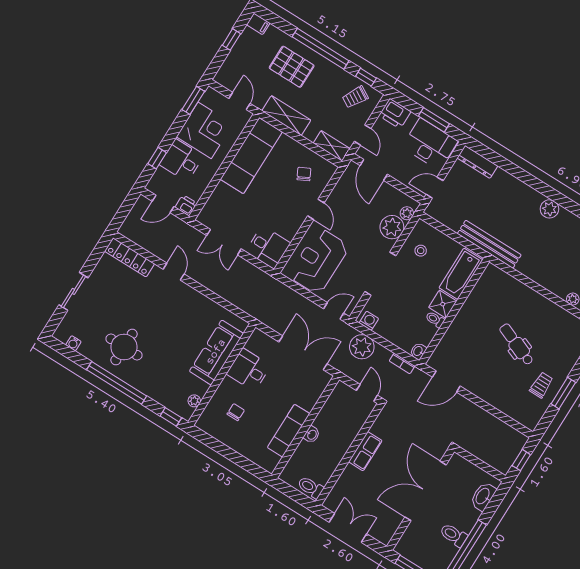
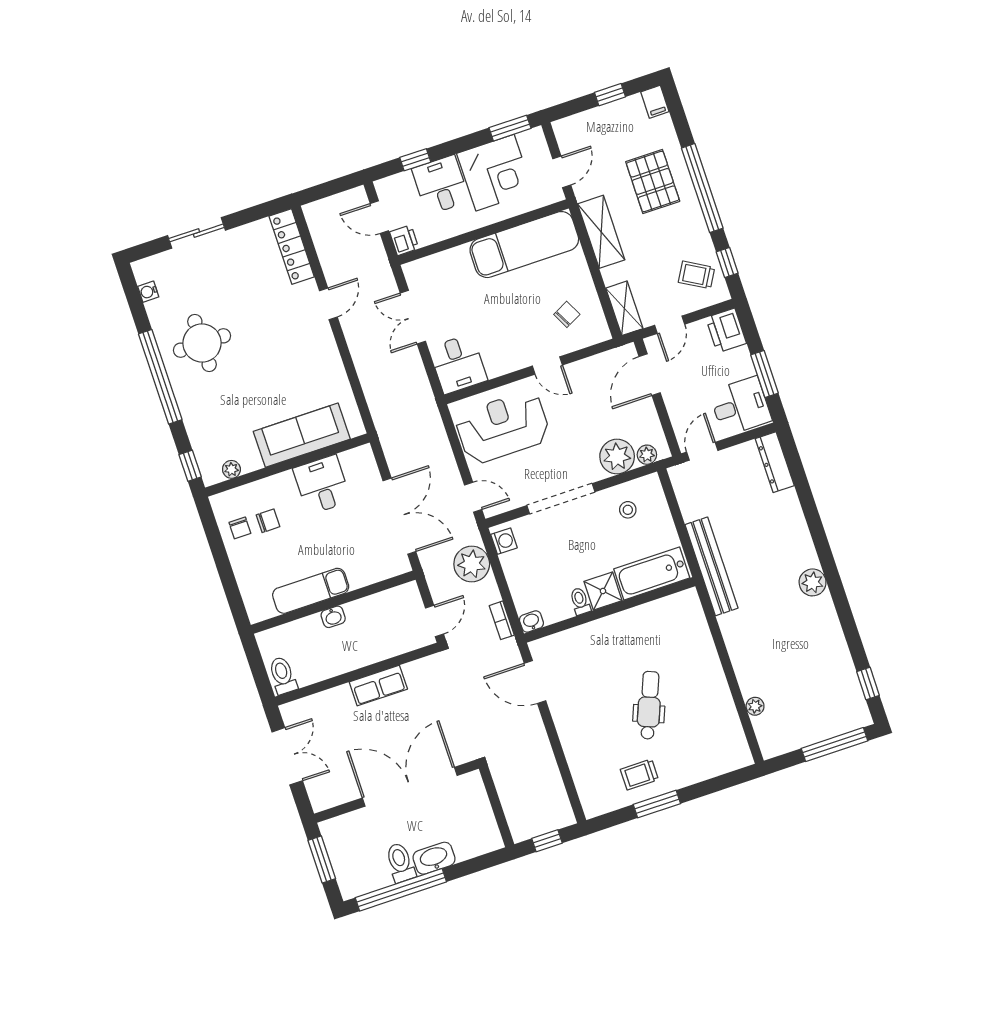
desk: (430, 144) -> (740, 406), width x0.73
door: (435, 188) -> (702, 451), hinge flipped
door: (316, 209) -> (547, 366), hinge flipped
trolley: (541, 385) -> (639, 774), turned 180
chair: (224, 428) -> (240, 528), added
washbasin: (483, 496) -> (434, 858), moved

